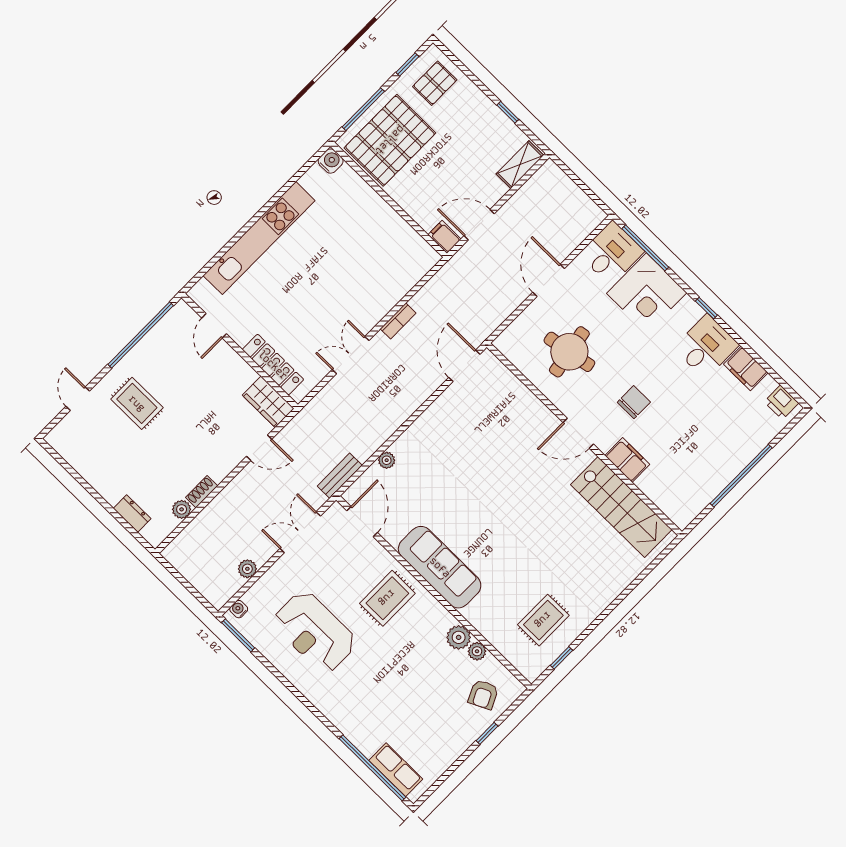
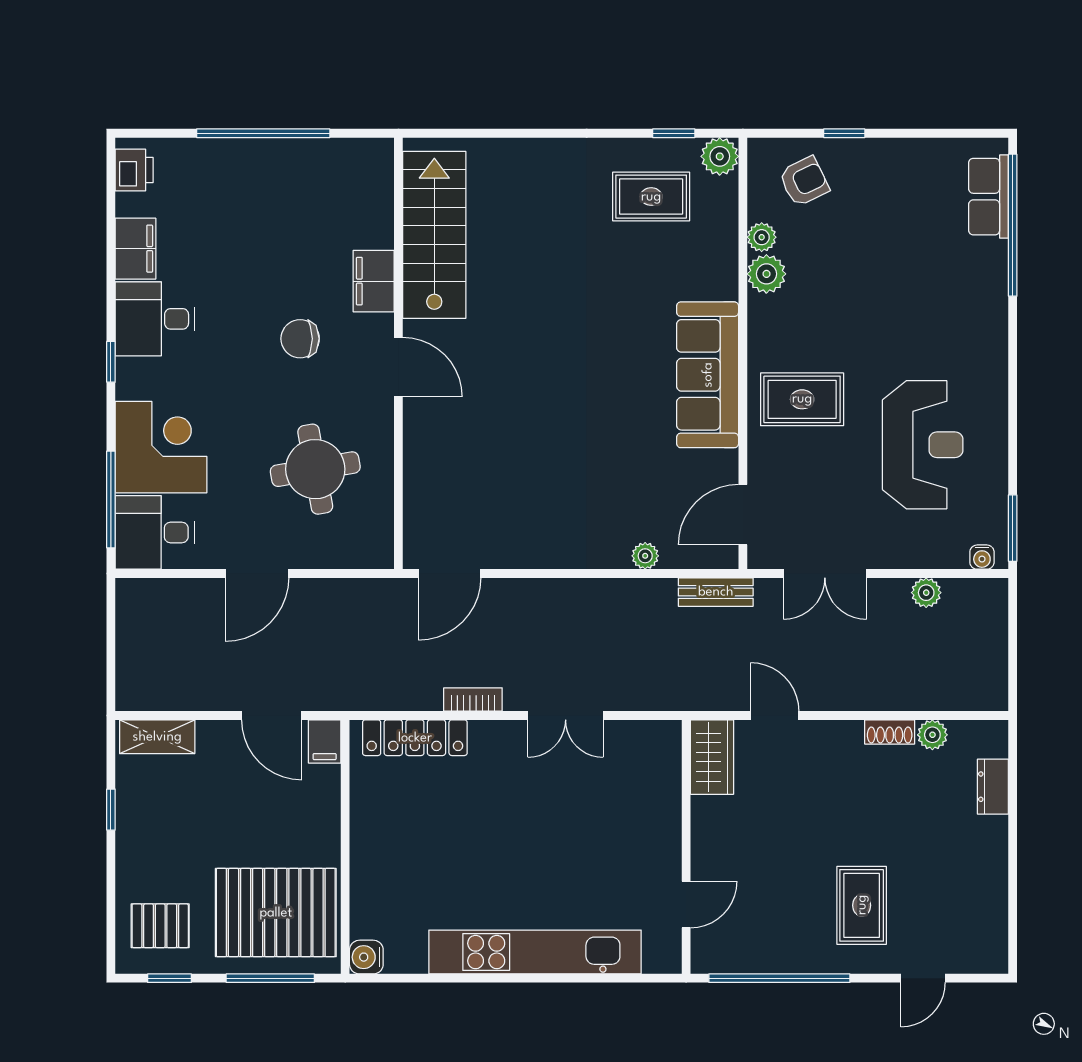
locker: (273, 365) -> (415, 738), moved, turned -90
plant: (531, 668) -> (720, 156), added

